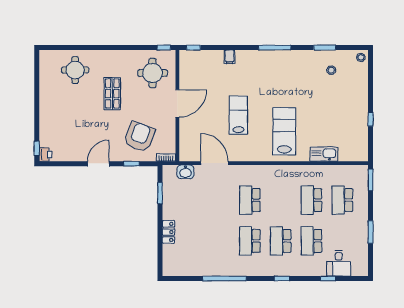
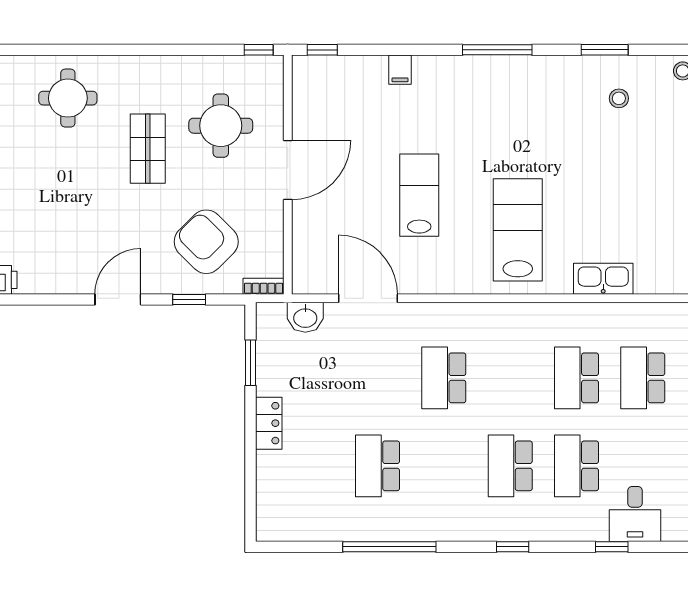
round table: (152, 73) -> (221, 126), moved
armchair: (139, 137) -> (206, 242), turned -66
locker: (168, 232) -> (269, 423), moved
school desk: (250, 241) -> (378, 466), moved

